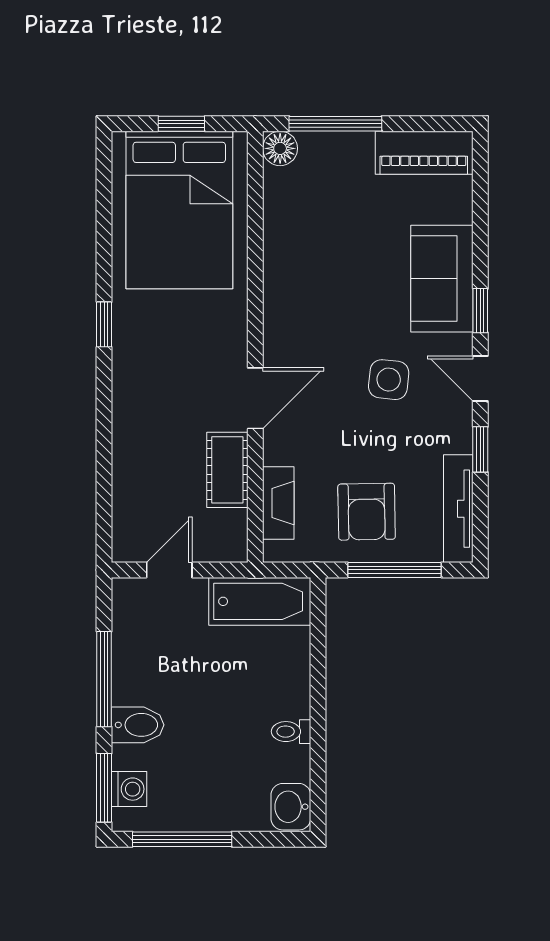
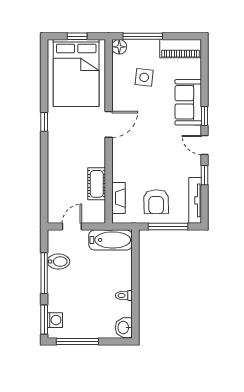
side table: (389, 380) -> (144, 77), moved
door: (255, 398) -> (109, 124), moved
bidet: (138, 725) -> (58, 262), moved

